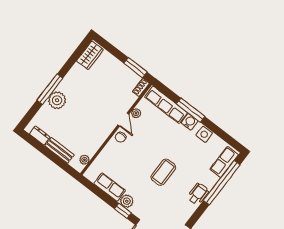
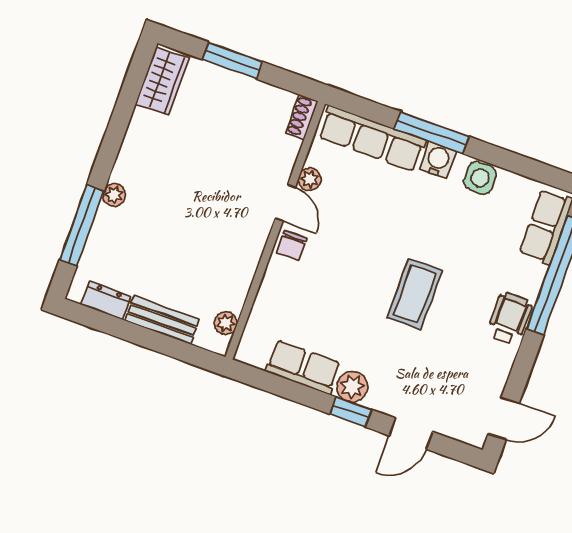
window: (135, 68) -> (232, 61), moved
window: (50, 89) -> (82, 226), moved
plant: (57, 100) -> (114, 195), width x0.53, depth x0.53

